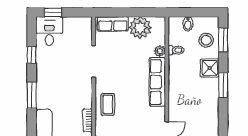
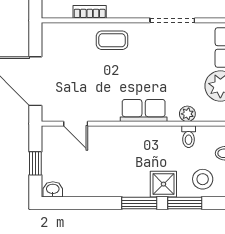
window: (223, 40) -> (185, 203), moved
row of seats: (158, 82) -> (144, 111), width x0.68

